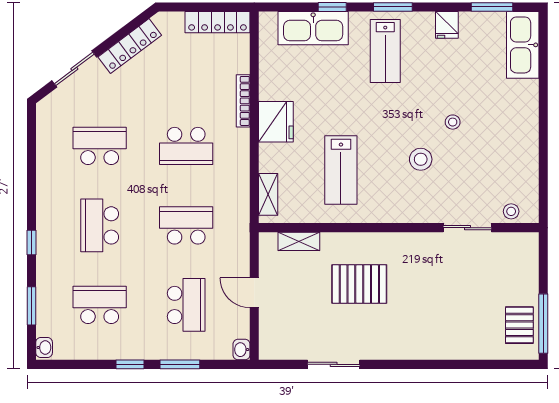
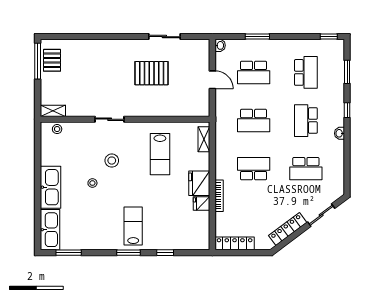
fridge: (447, 25) -> (202, 203), moved, turned -90
kitchen sink: (313, 28) -> (50, 187), moved, turned 90
lab bench: (341, 170) -> (160, 154), turned 180
school desk: (100, 225) -> (306, 121), turned 180
sliding door: (467, 228) -> (110, 119), moved
shelving: (299, 241) -> (53, 111), moved
pallet: (359, 284) -> (152, 73), moved
school desk: (100, 305) -> (306, 72), turned -90
school desk: (186, 305) -> (254, 72), turned -90
washbasin: (44, 348) -> (339, 133), moved
window: (130, 364) -> (329, 37), moved

